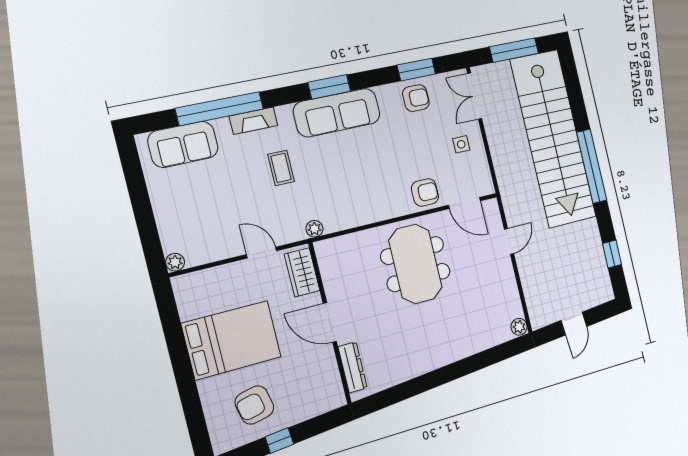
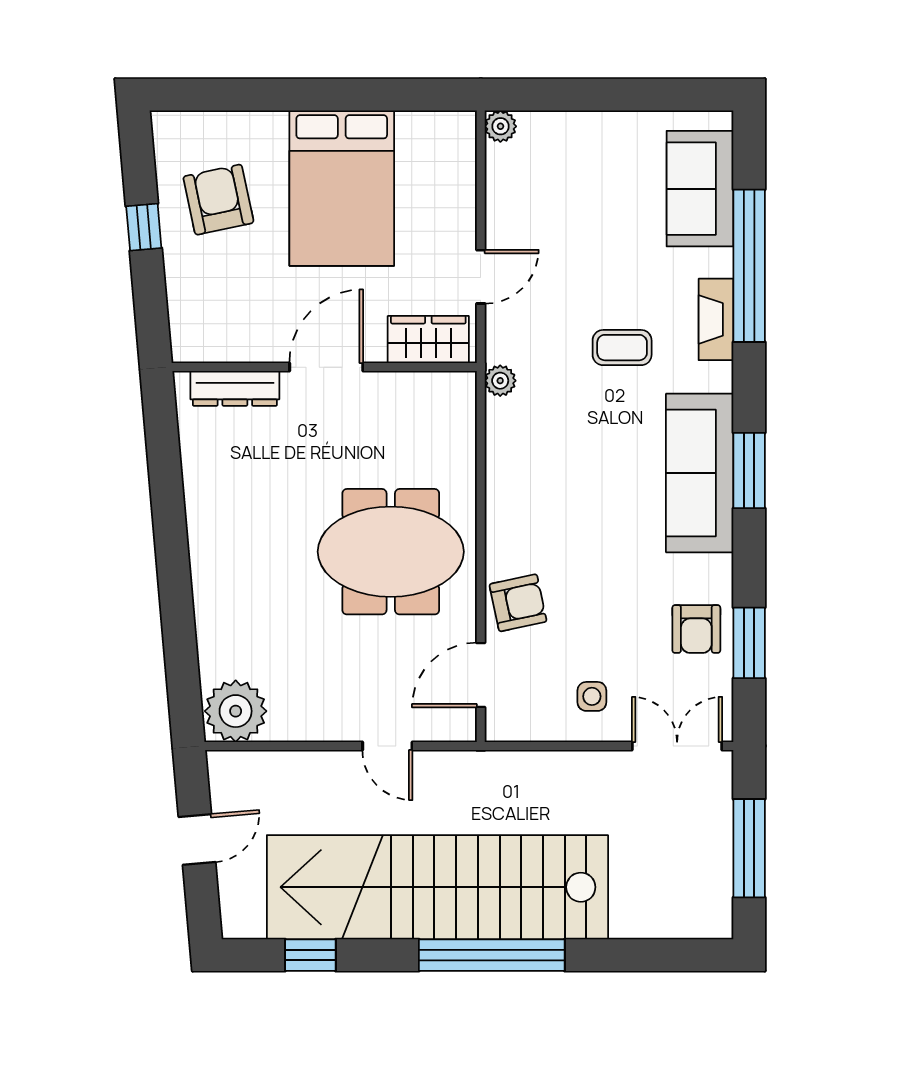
stairs: (553, 139) -> (437, 887), moved
armchair: (425, 192) -> (518, 603), turned -102
door: (574, 324) -> (197, 840), swing flipped
plant: (519, 327) -> (236, 711), width x1.88, depth x1.88

